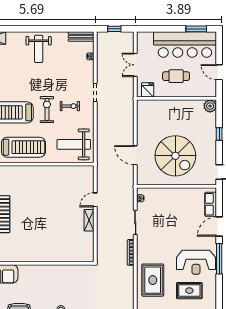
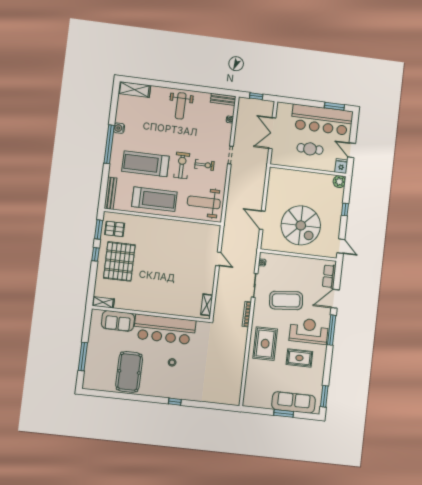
double door: (135, 65) -> (272, 133), width x1.37
fridge: (148, 90) -> (341, 166), moved
door: (95, 200) -> (218, 259), swing flipped
shelving: (89, 220) -> (207, 305), moved
coffee table: (169, 234) -> (286, 300), added
reception desk: (196, 262) -> (309, 331), turned 180
bar counter: (49, 277) -> (165, 329), added

